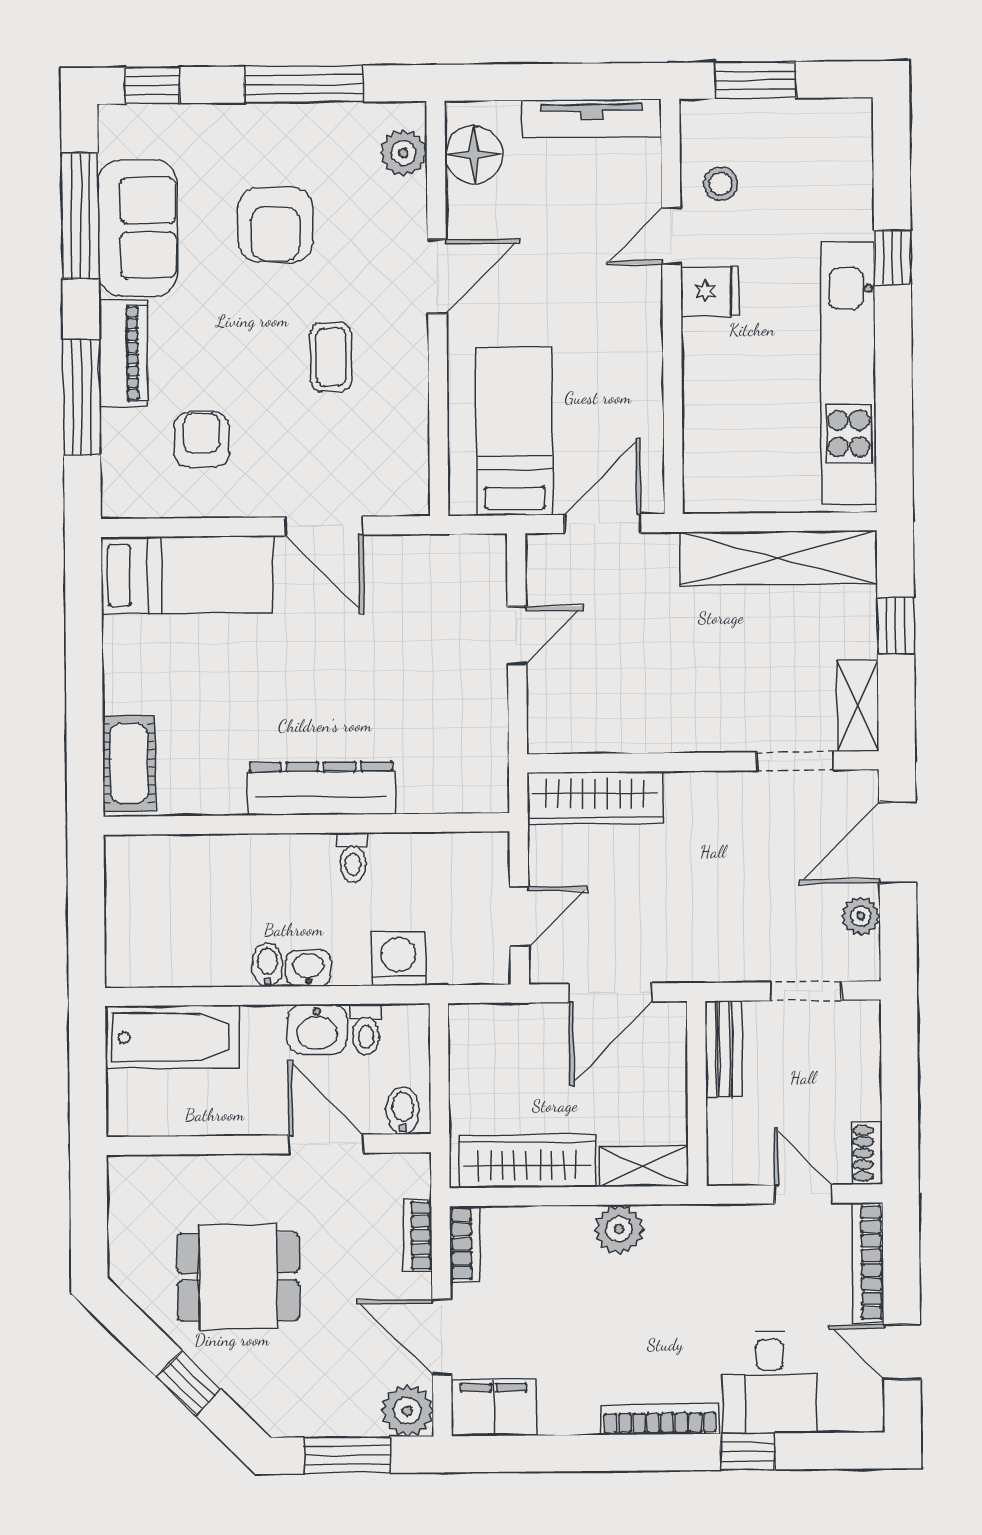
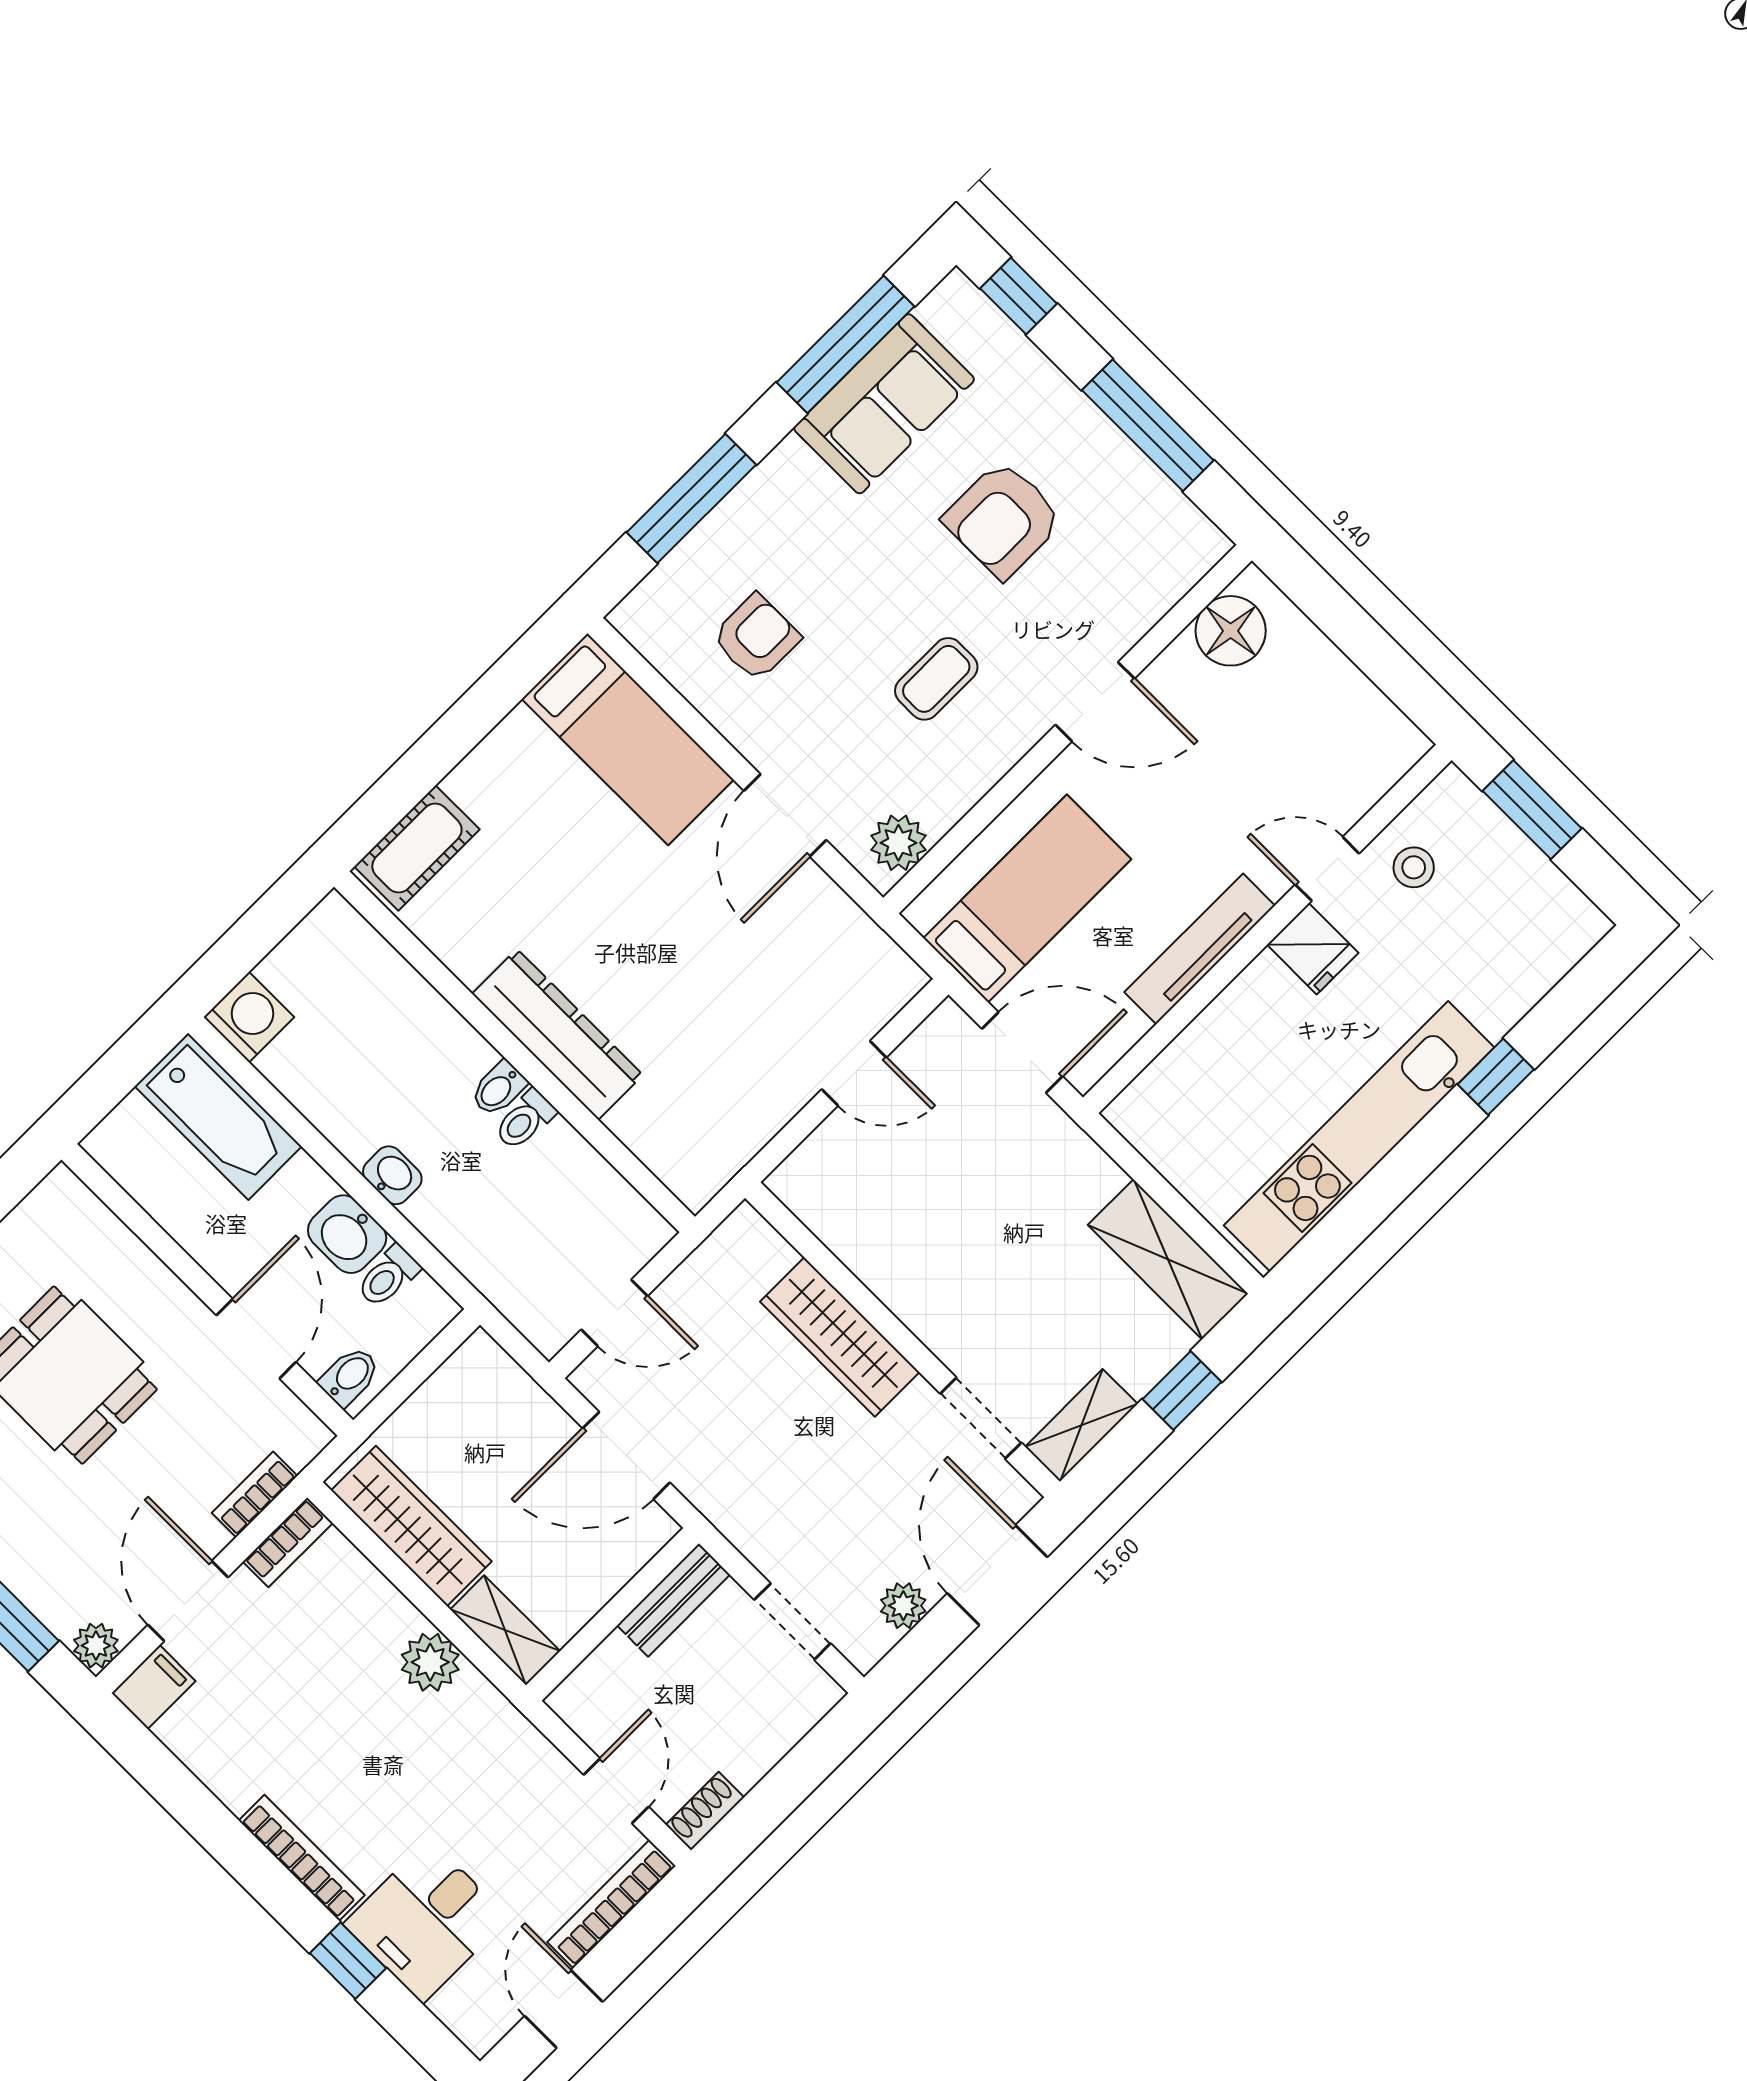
tv unit: (591, 119) -> (1200, 949), moved, turned 90
plant: (403, 153) -> (898, 843), moved
piano: (123, 353) -> (764, 497), removed
shelving: (778, 558) -> (1168, 1259), width x0.68
wardrobe: (595, 798) -> (840, 1337), moved
door: (898, 843) -> (997, 1575), hinge flipped
washing machine: (398, 959) -> (249, 1017), moved
bidet: (267, 965) -> (499, 1089), moved, turned 180
filing cabinet: (494, 1408) -> (153, 1687), width x0.50
plant: (407, 1411) -> (96, 1646), width x0.73, depth x0.73

